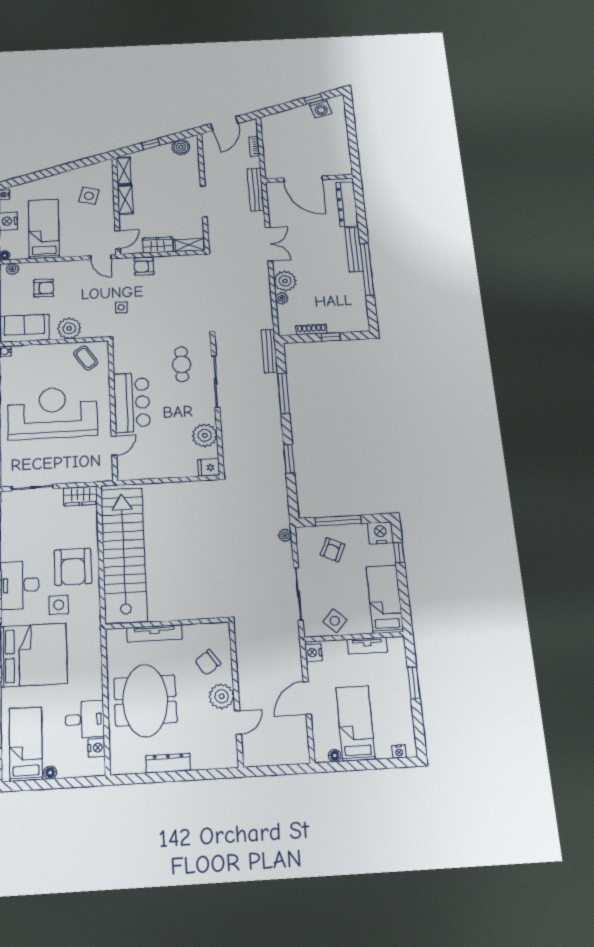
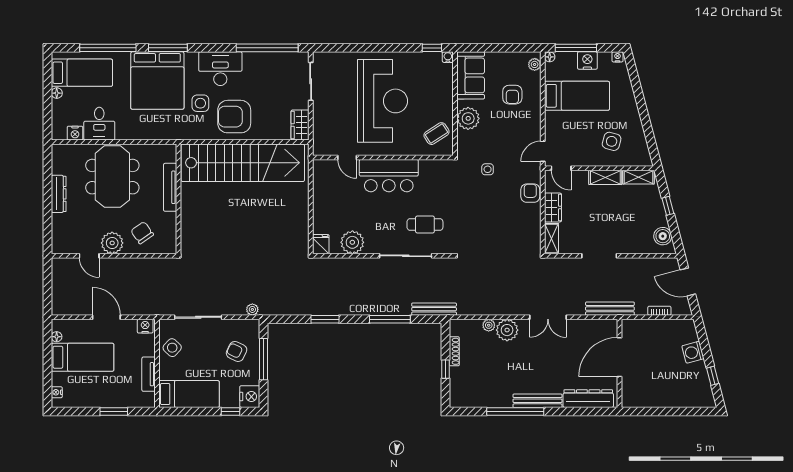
washing machine: (321, 108) -> (693, 352), moved
meeting table: (145, 700) -> (112, 177), turned 90

